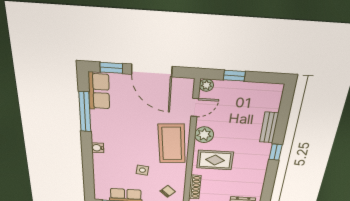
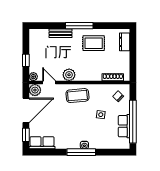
plant: (184, 86) -> (35, 90), added
window: (85, 112) -> (81, 152), moved
coffee table: (172, 144) -> (77, 96), width x0.73, depth x0.76
window: (276, 152) -> (79, 26), width x2.17
rug: (215, 160) -> (94, 43), moved, turned 90

